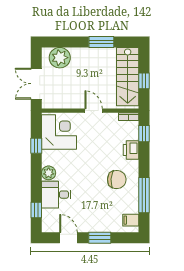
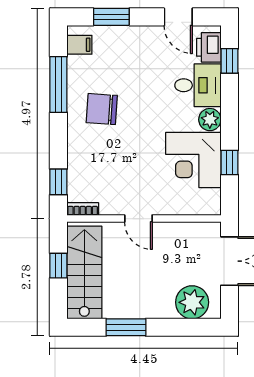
corner desk: (59, 132) -> (193, 160), moved
printer: (131, 150) -> (209, 47), moved, turned 180
window: (100, 238) -> (111, 17), moved

